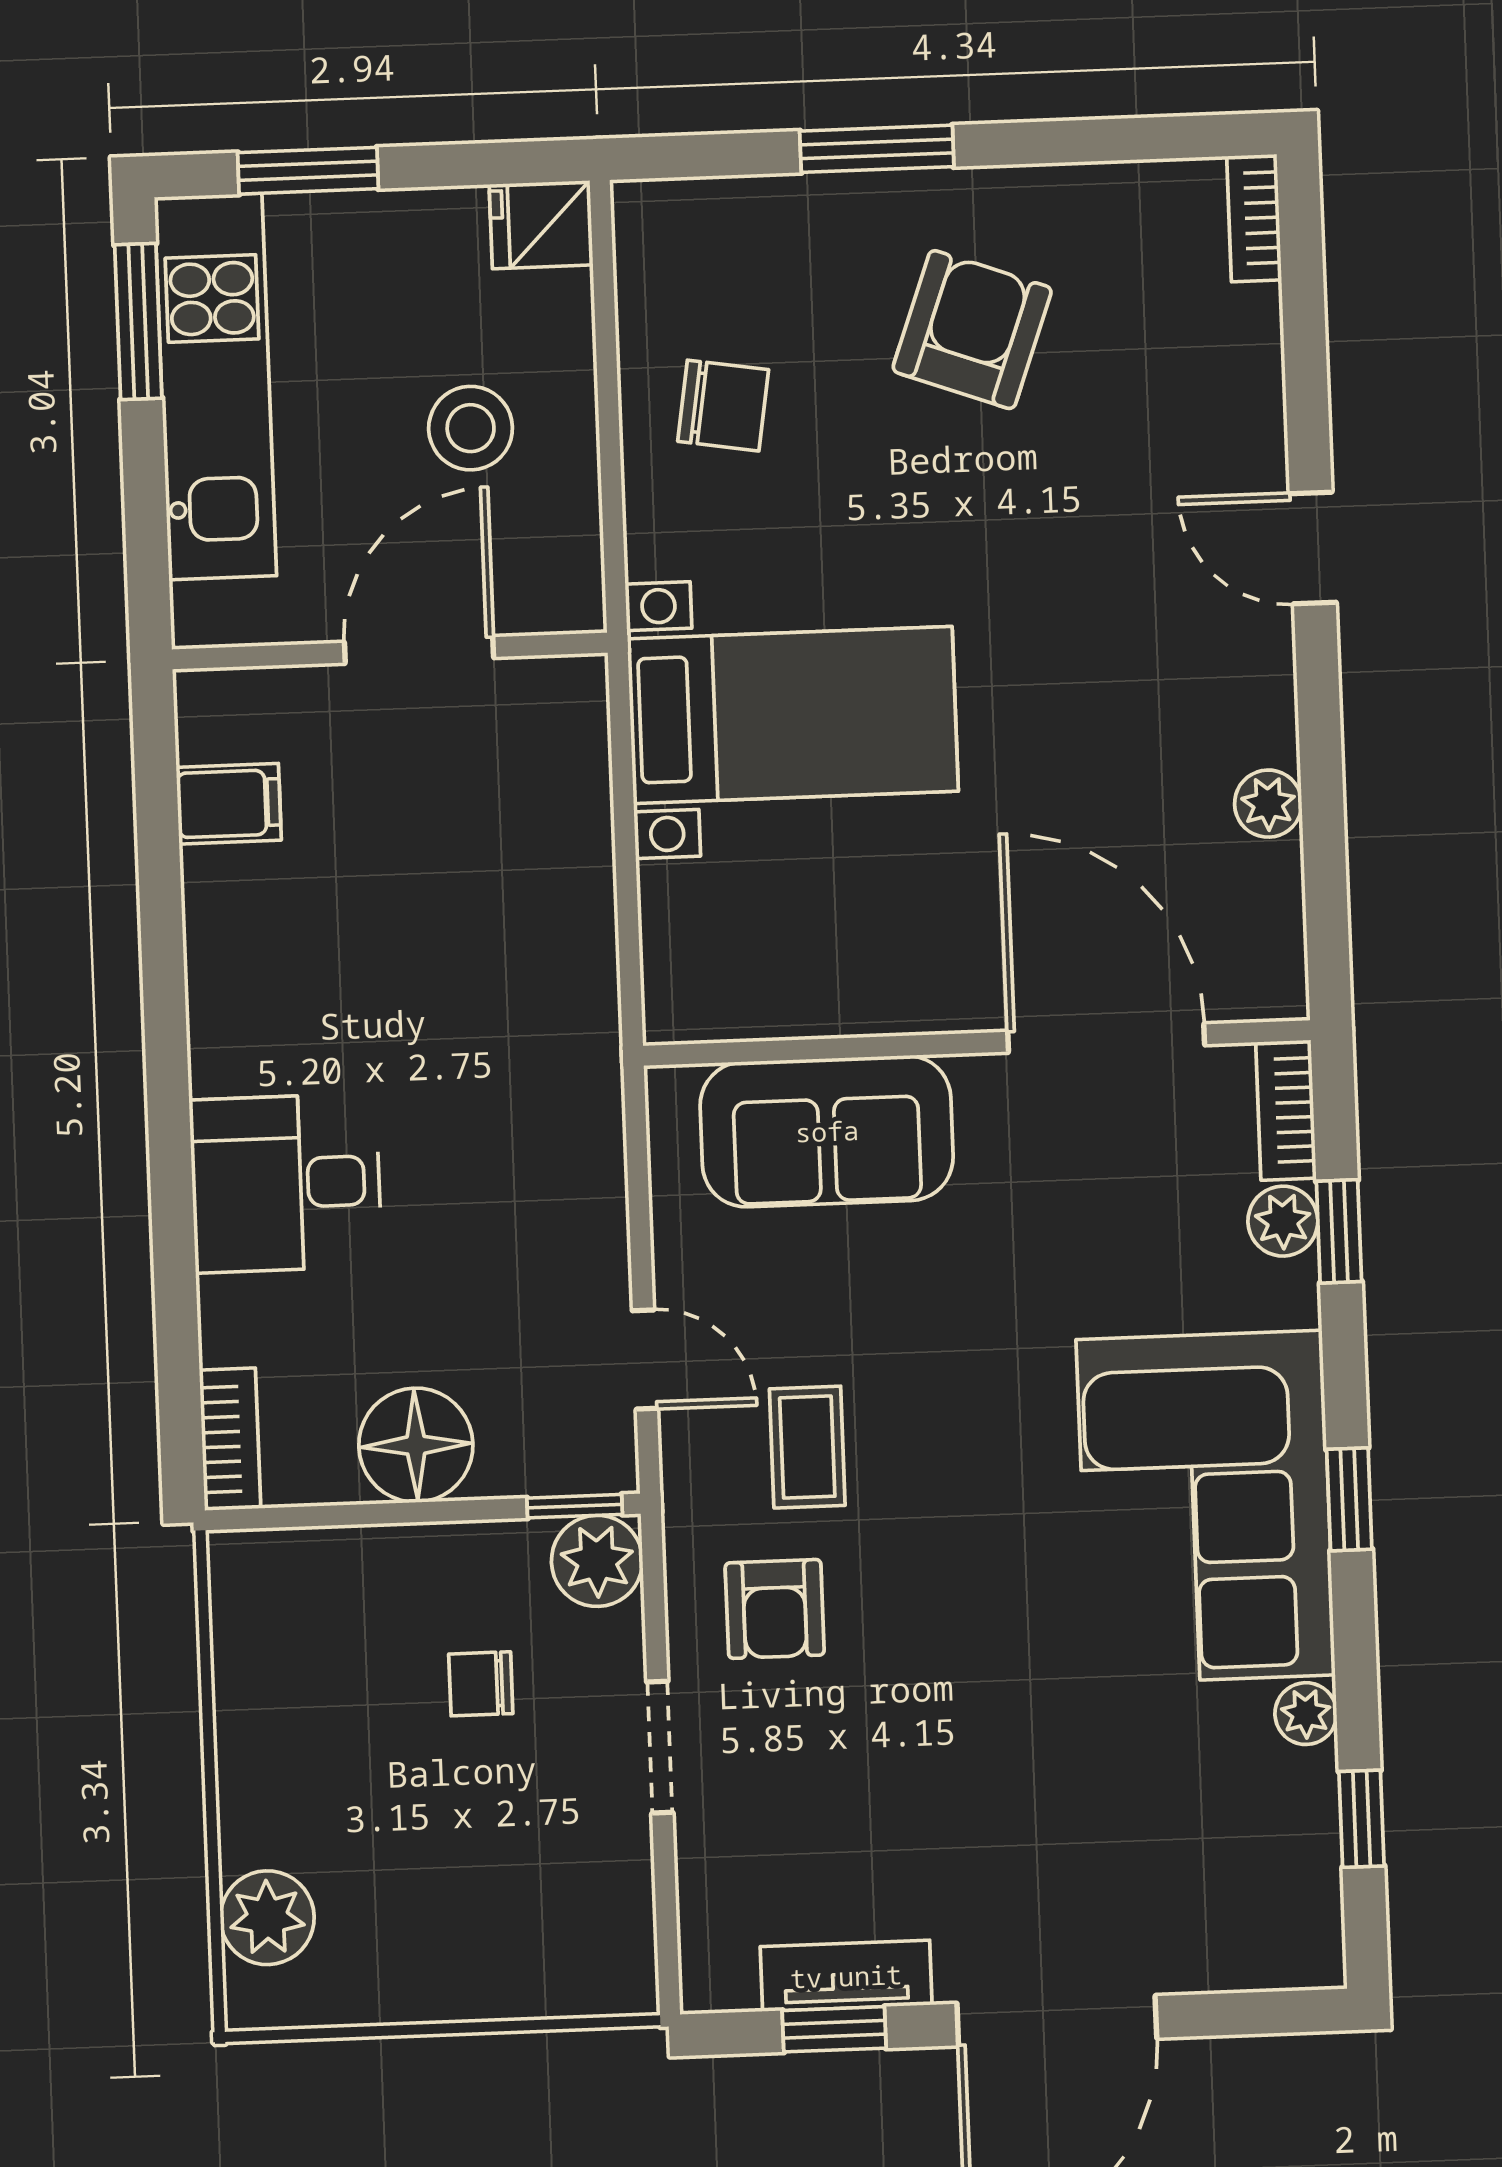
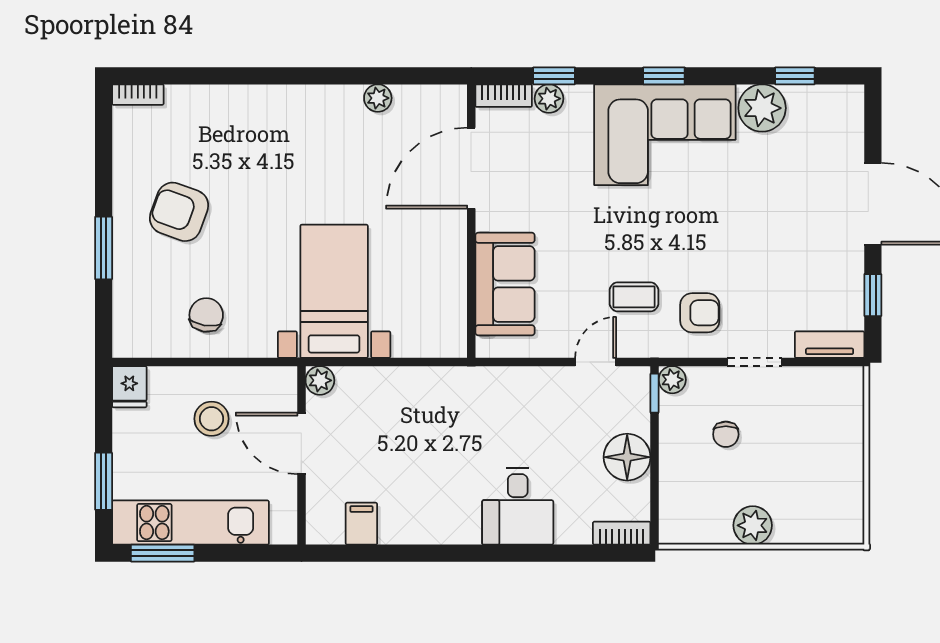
door: (1313, 548) -> (274, 76), removed
plant: (574, 689) -> (320, 380), added
plant: (597, 1561) -> (672, 380), width x0.73, depth x0.73
plant: (1306, 1714) -> (762, 108), width x1.88, depth x1.88
plant: (267, 1918) -> (753, 525), moved
tv unit: (846, 1976) -> (830, 345), moved, turned 90

